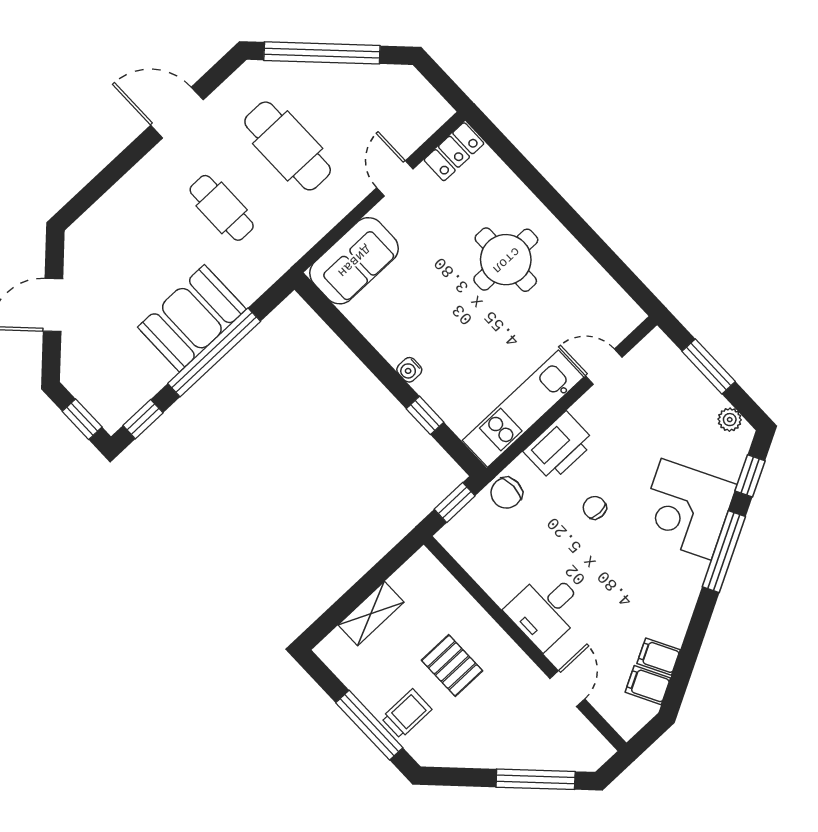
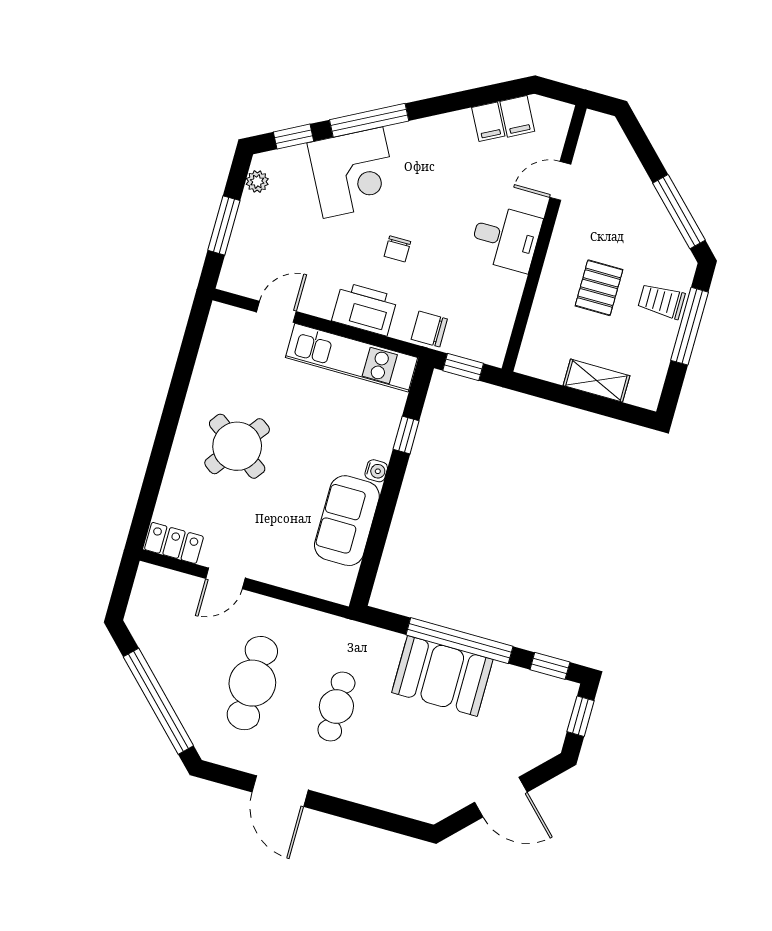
round table: (506, 260) -> (237, 446), turned 36
sofa: (354, 261) -> (347, 521), moved, turned -90
door: (604, 367) -> (276, 312), swing flipped
chair: (506, 493) -> (429, 329), turned 180
window: (536, 779) -> (679, 212), moved

